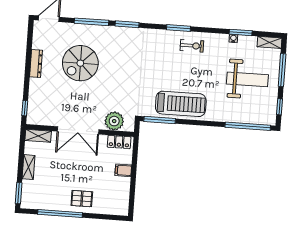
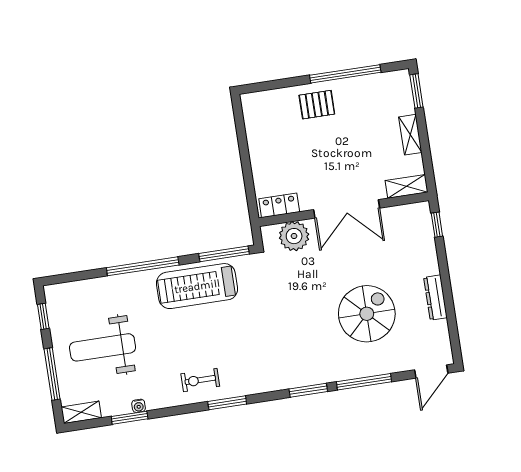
window: (248, 126) -> (143, 266), moved
double door: (78, 130) -> (347, 209), swing flipped
filing cabinet: (123, 170) -> (263, 163), removed

